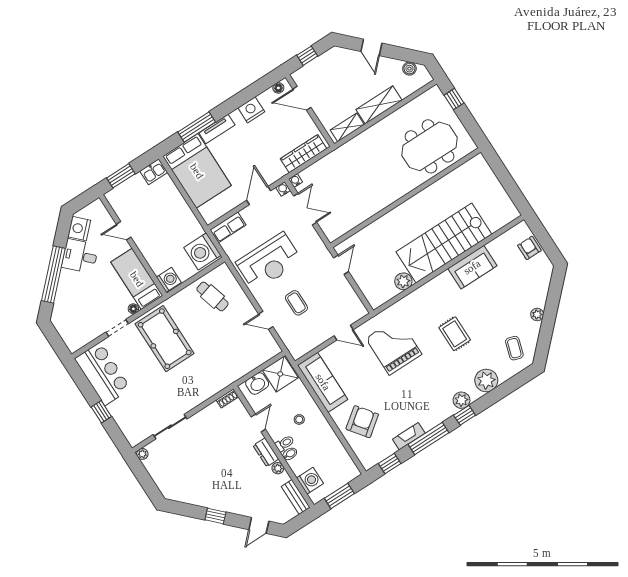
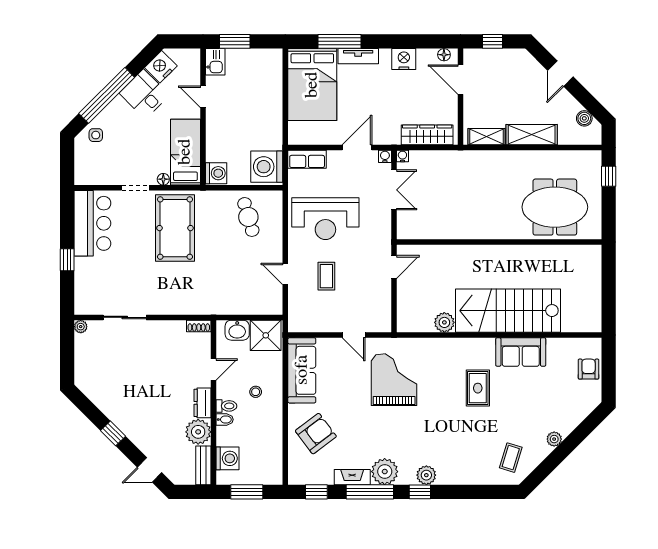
kitchen sink: (154, 172) -> (215, 62), moved, turned -90
side table: (64, 308) -> (96, 135), added
rug: (455, 334) -> (478, 388), moved
plant: (486, 381) -> (385, 472), moved
plant: (278, 468) -> (198, 432), width x1.87, depth x1.87

